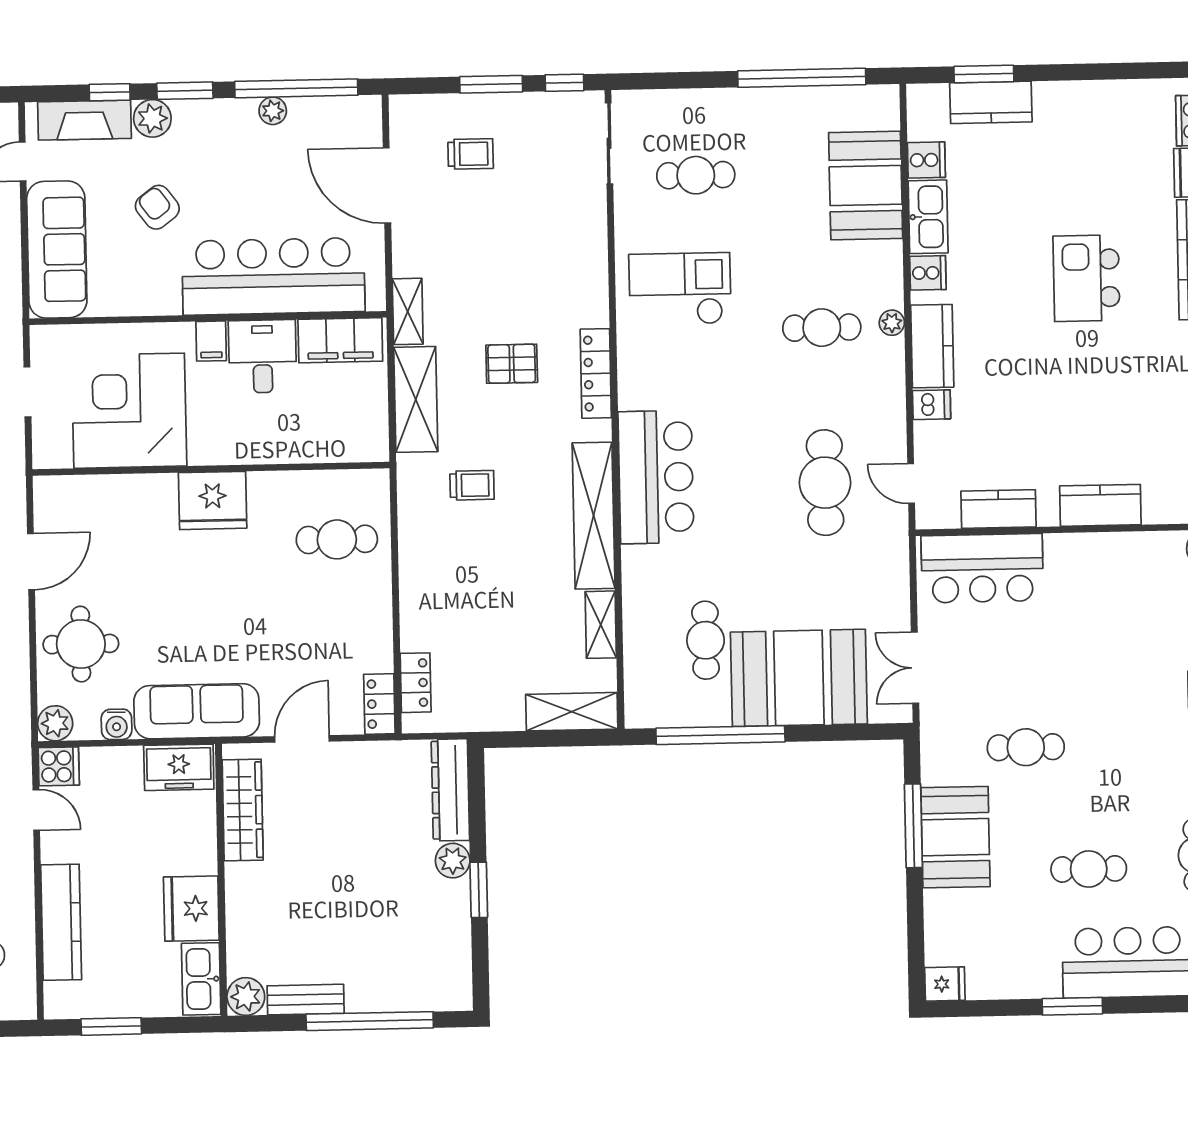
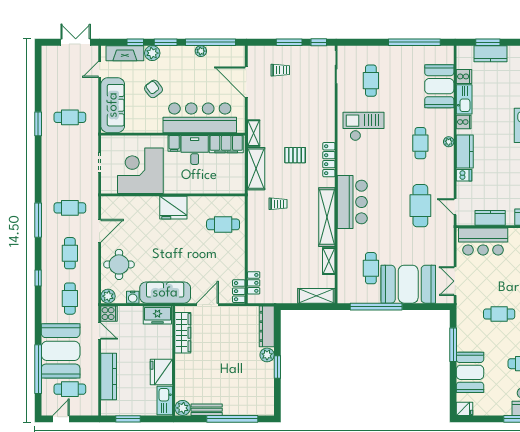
cafe table: (696, 175) -> (371, 81), turned 90
cafe table: (822, 328) -> (420, 143), turned 90
booth: (955, 837) -> (470, 372), moved

